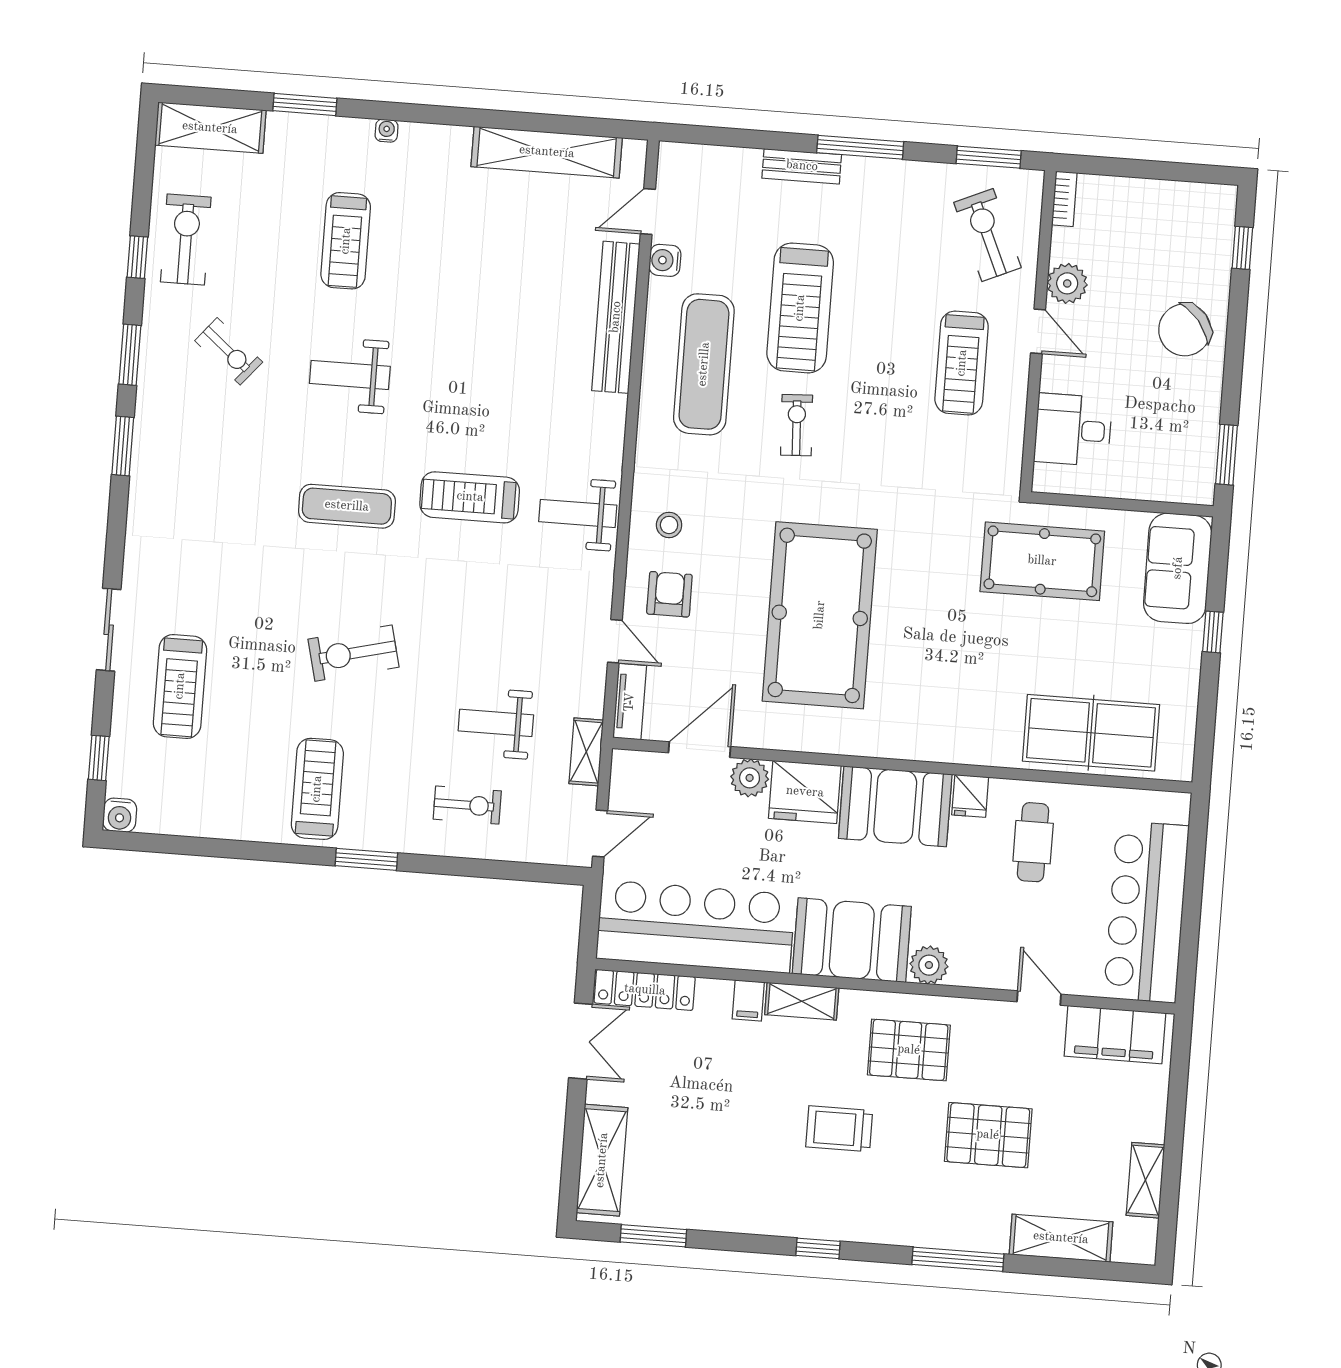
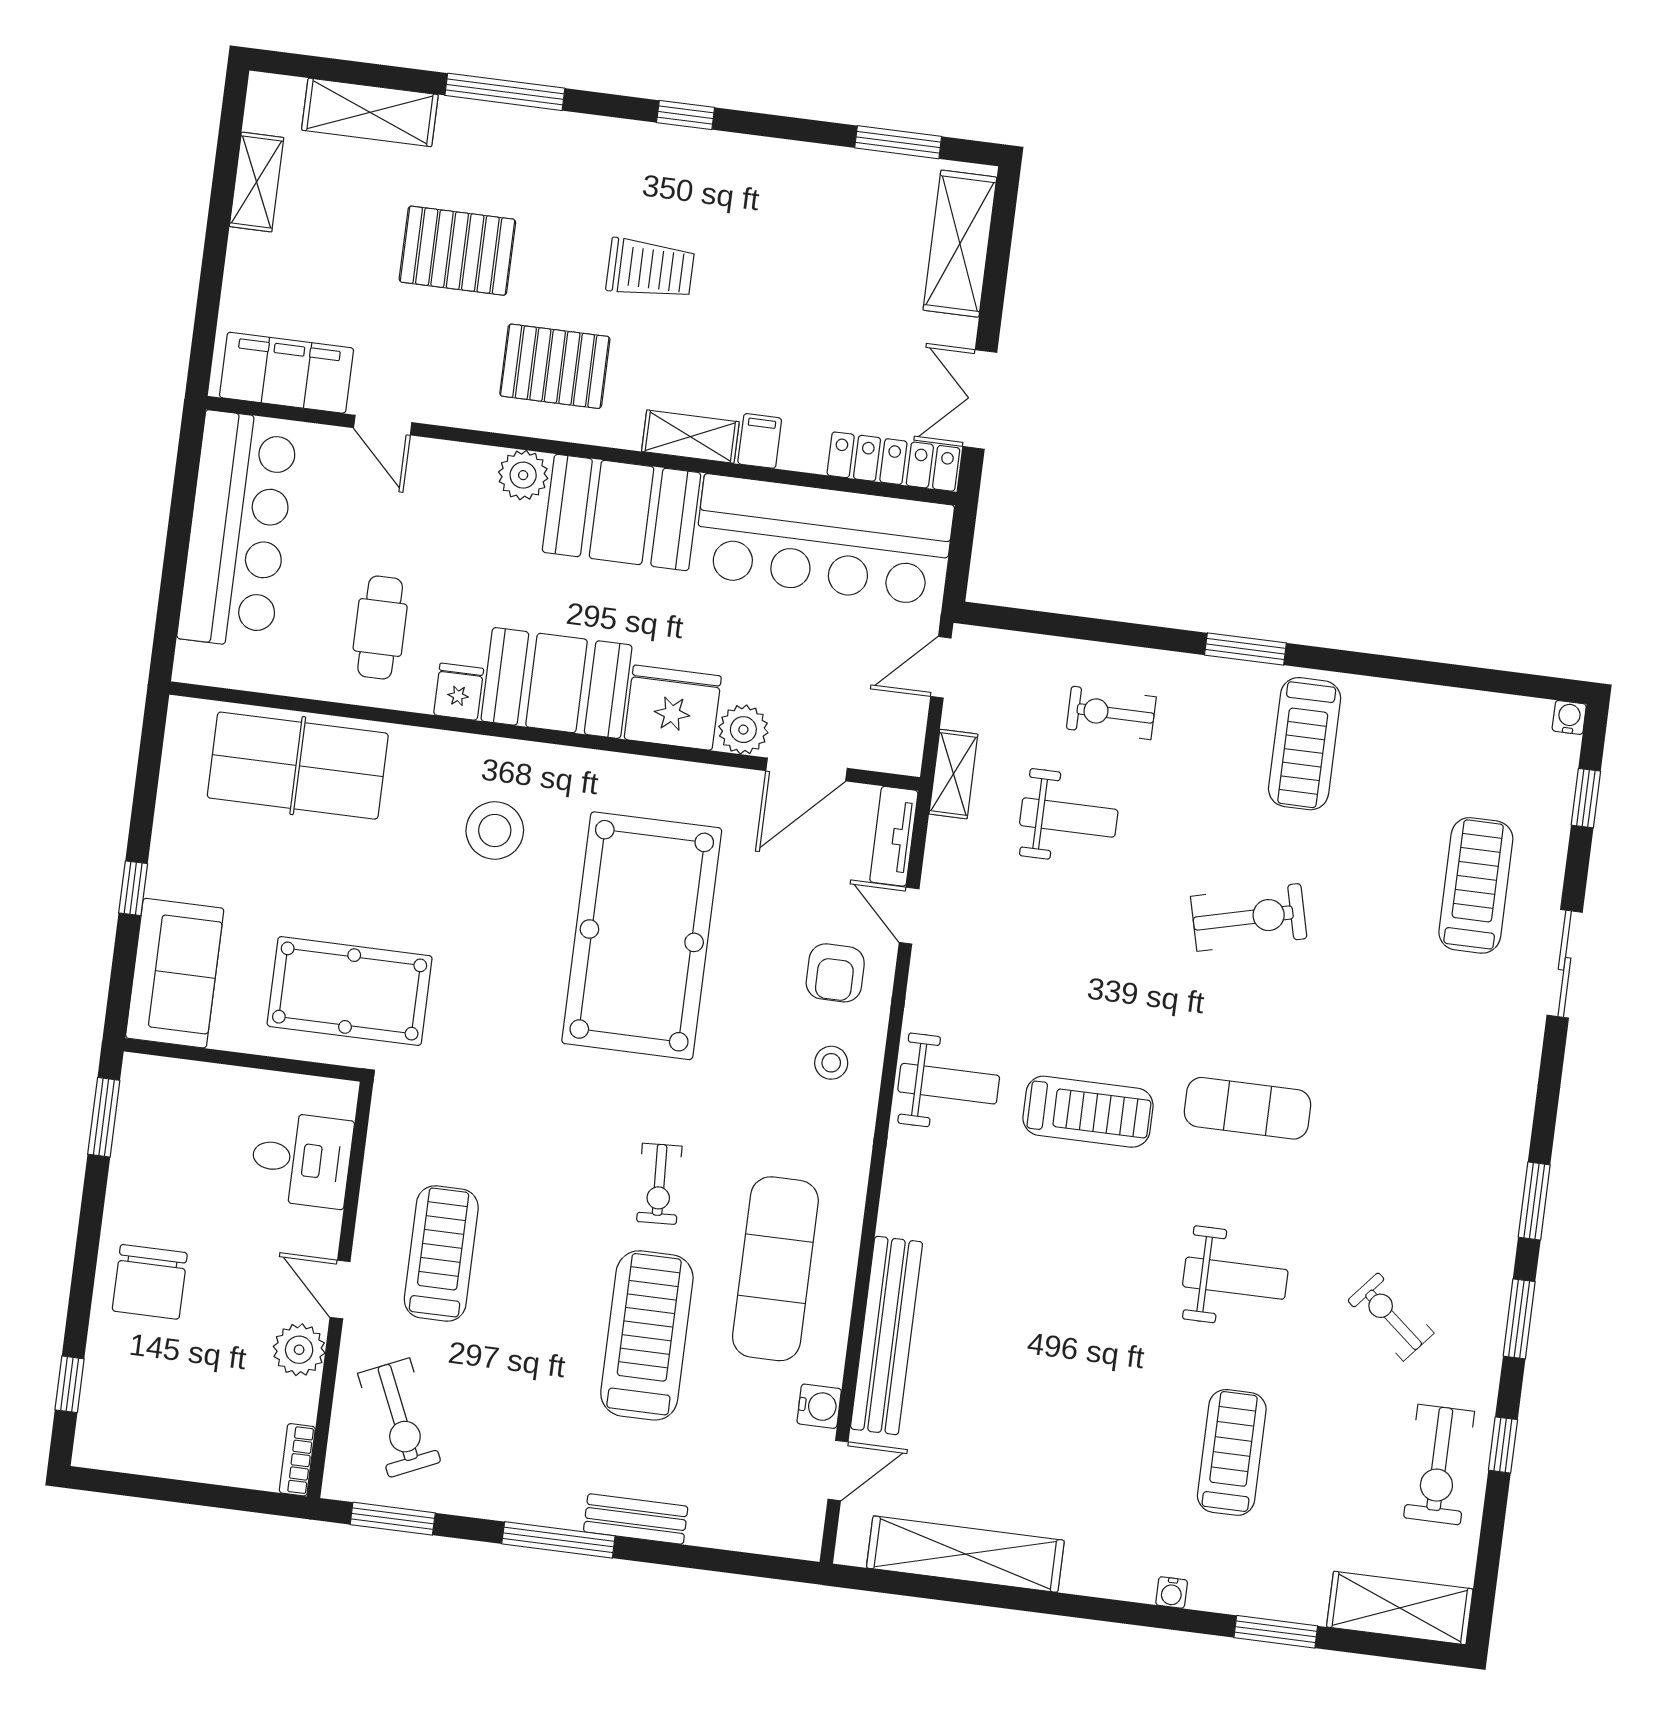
chair: (1185, 330) -> (150, 1282), turned 129
stool: (937, 691) -> (495, 831), added
water cooler: (120, 815) -> (1569, 717), width x0.72, depth x0.72

